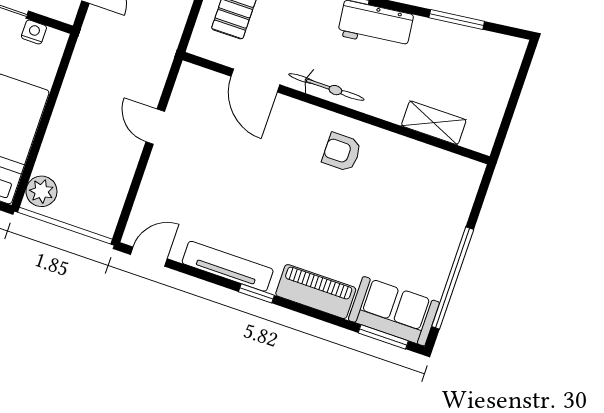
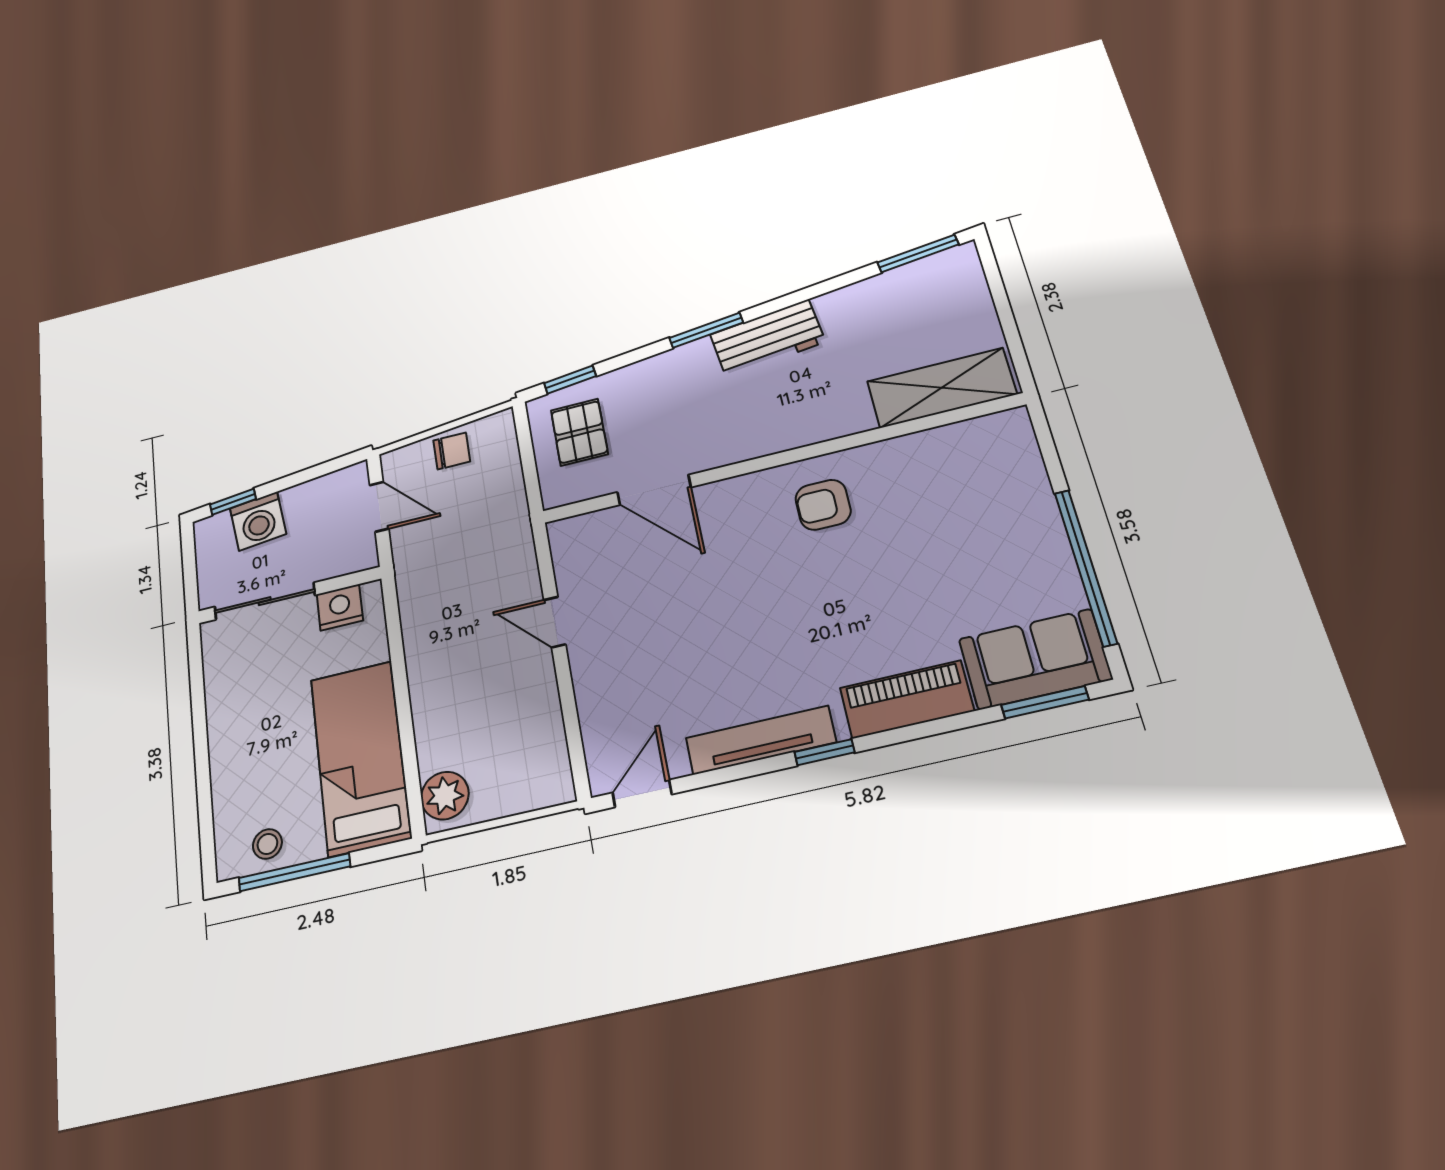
window: (457, 20) -> (918, 253), moved
nightstand: (34, 32) -> (340, 607), width x1.39, depth x1.35
bicycle: (326, 87) -> (751, 442), removed
shelving: (434, 123) -> (941, 388), width x1.50, depth x1.33

